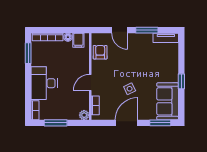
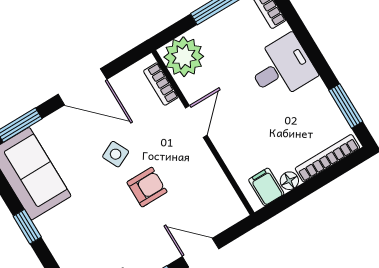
armchair: (100, 52) -> (147, 187), moved, turned -90
desk: (44, 83) -> (282, 68), width x0.73
plant: (84, 115) -> (184, 57), width x1.88, depth x1.88
door: (127, 123) -> (82, 87), hinge flipped

